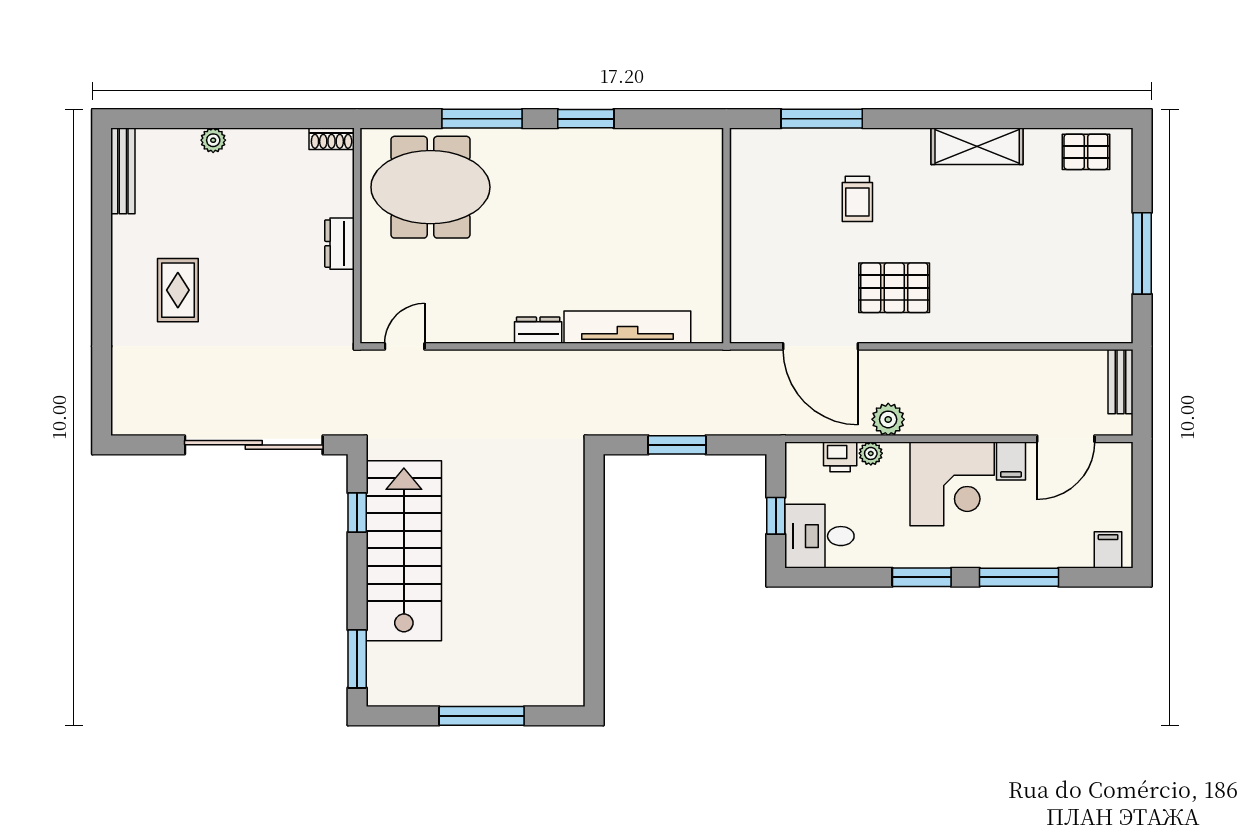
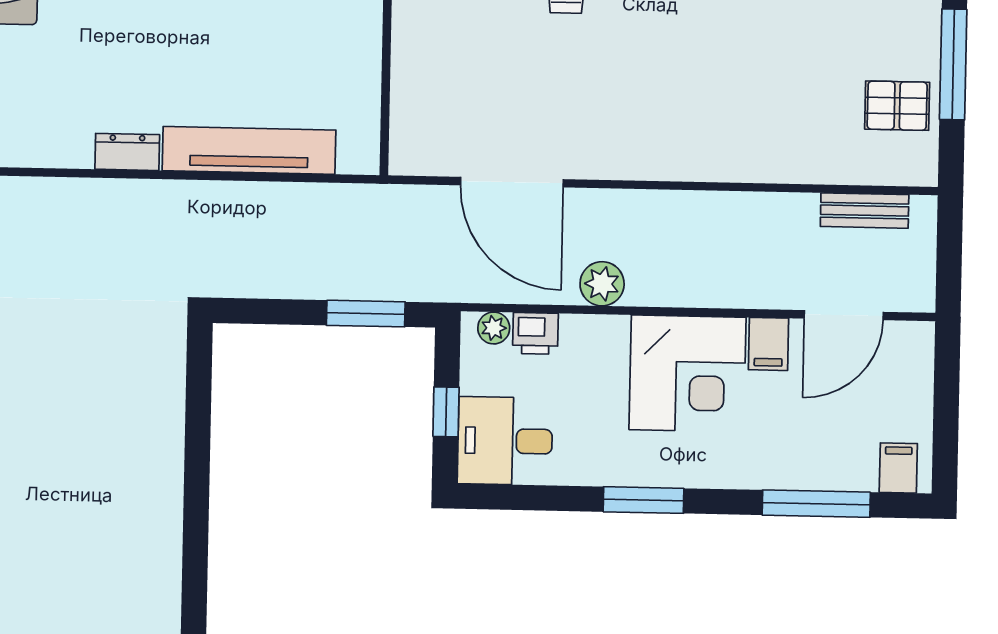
pallet: (894, 288) -> (897, 106), moved, width x0.67, depth x0.71
bench: (1121, 382) -> (865, 211), moved, turned 90
window: (677, 445) -> (366, 314), moved
plant: (871, 453) -> (494, 328), moved
window: (1019, 577) -> (816, 504), moved

